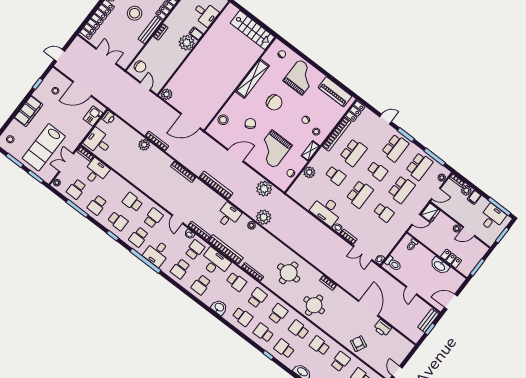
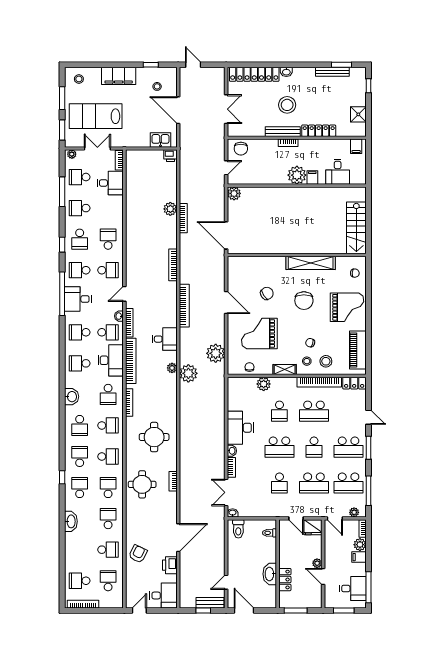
stool: (223, 120) -> (326, 361), moved
desk: (98, 142) -> (163, 595), moved, turned 90
door: (411, 291) -> (226, 582), moved

